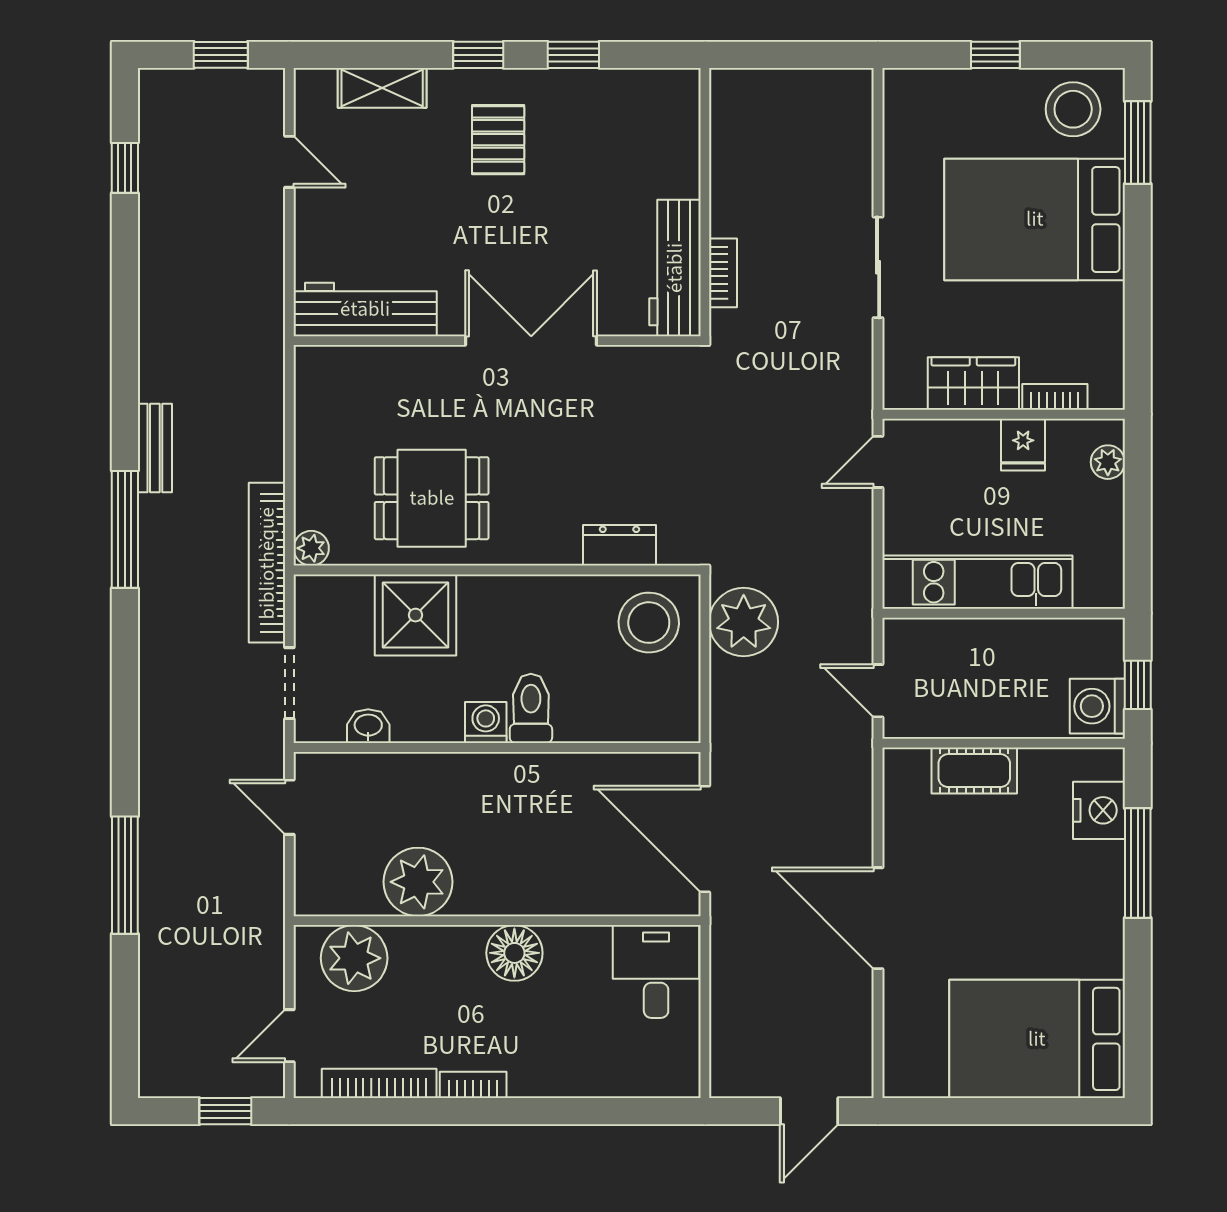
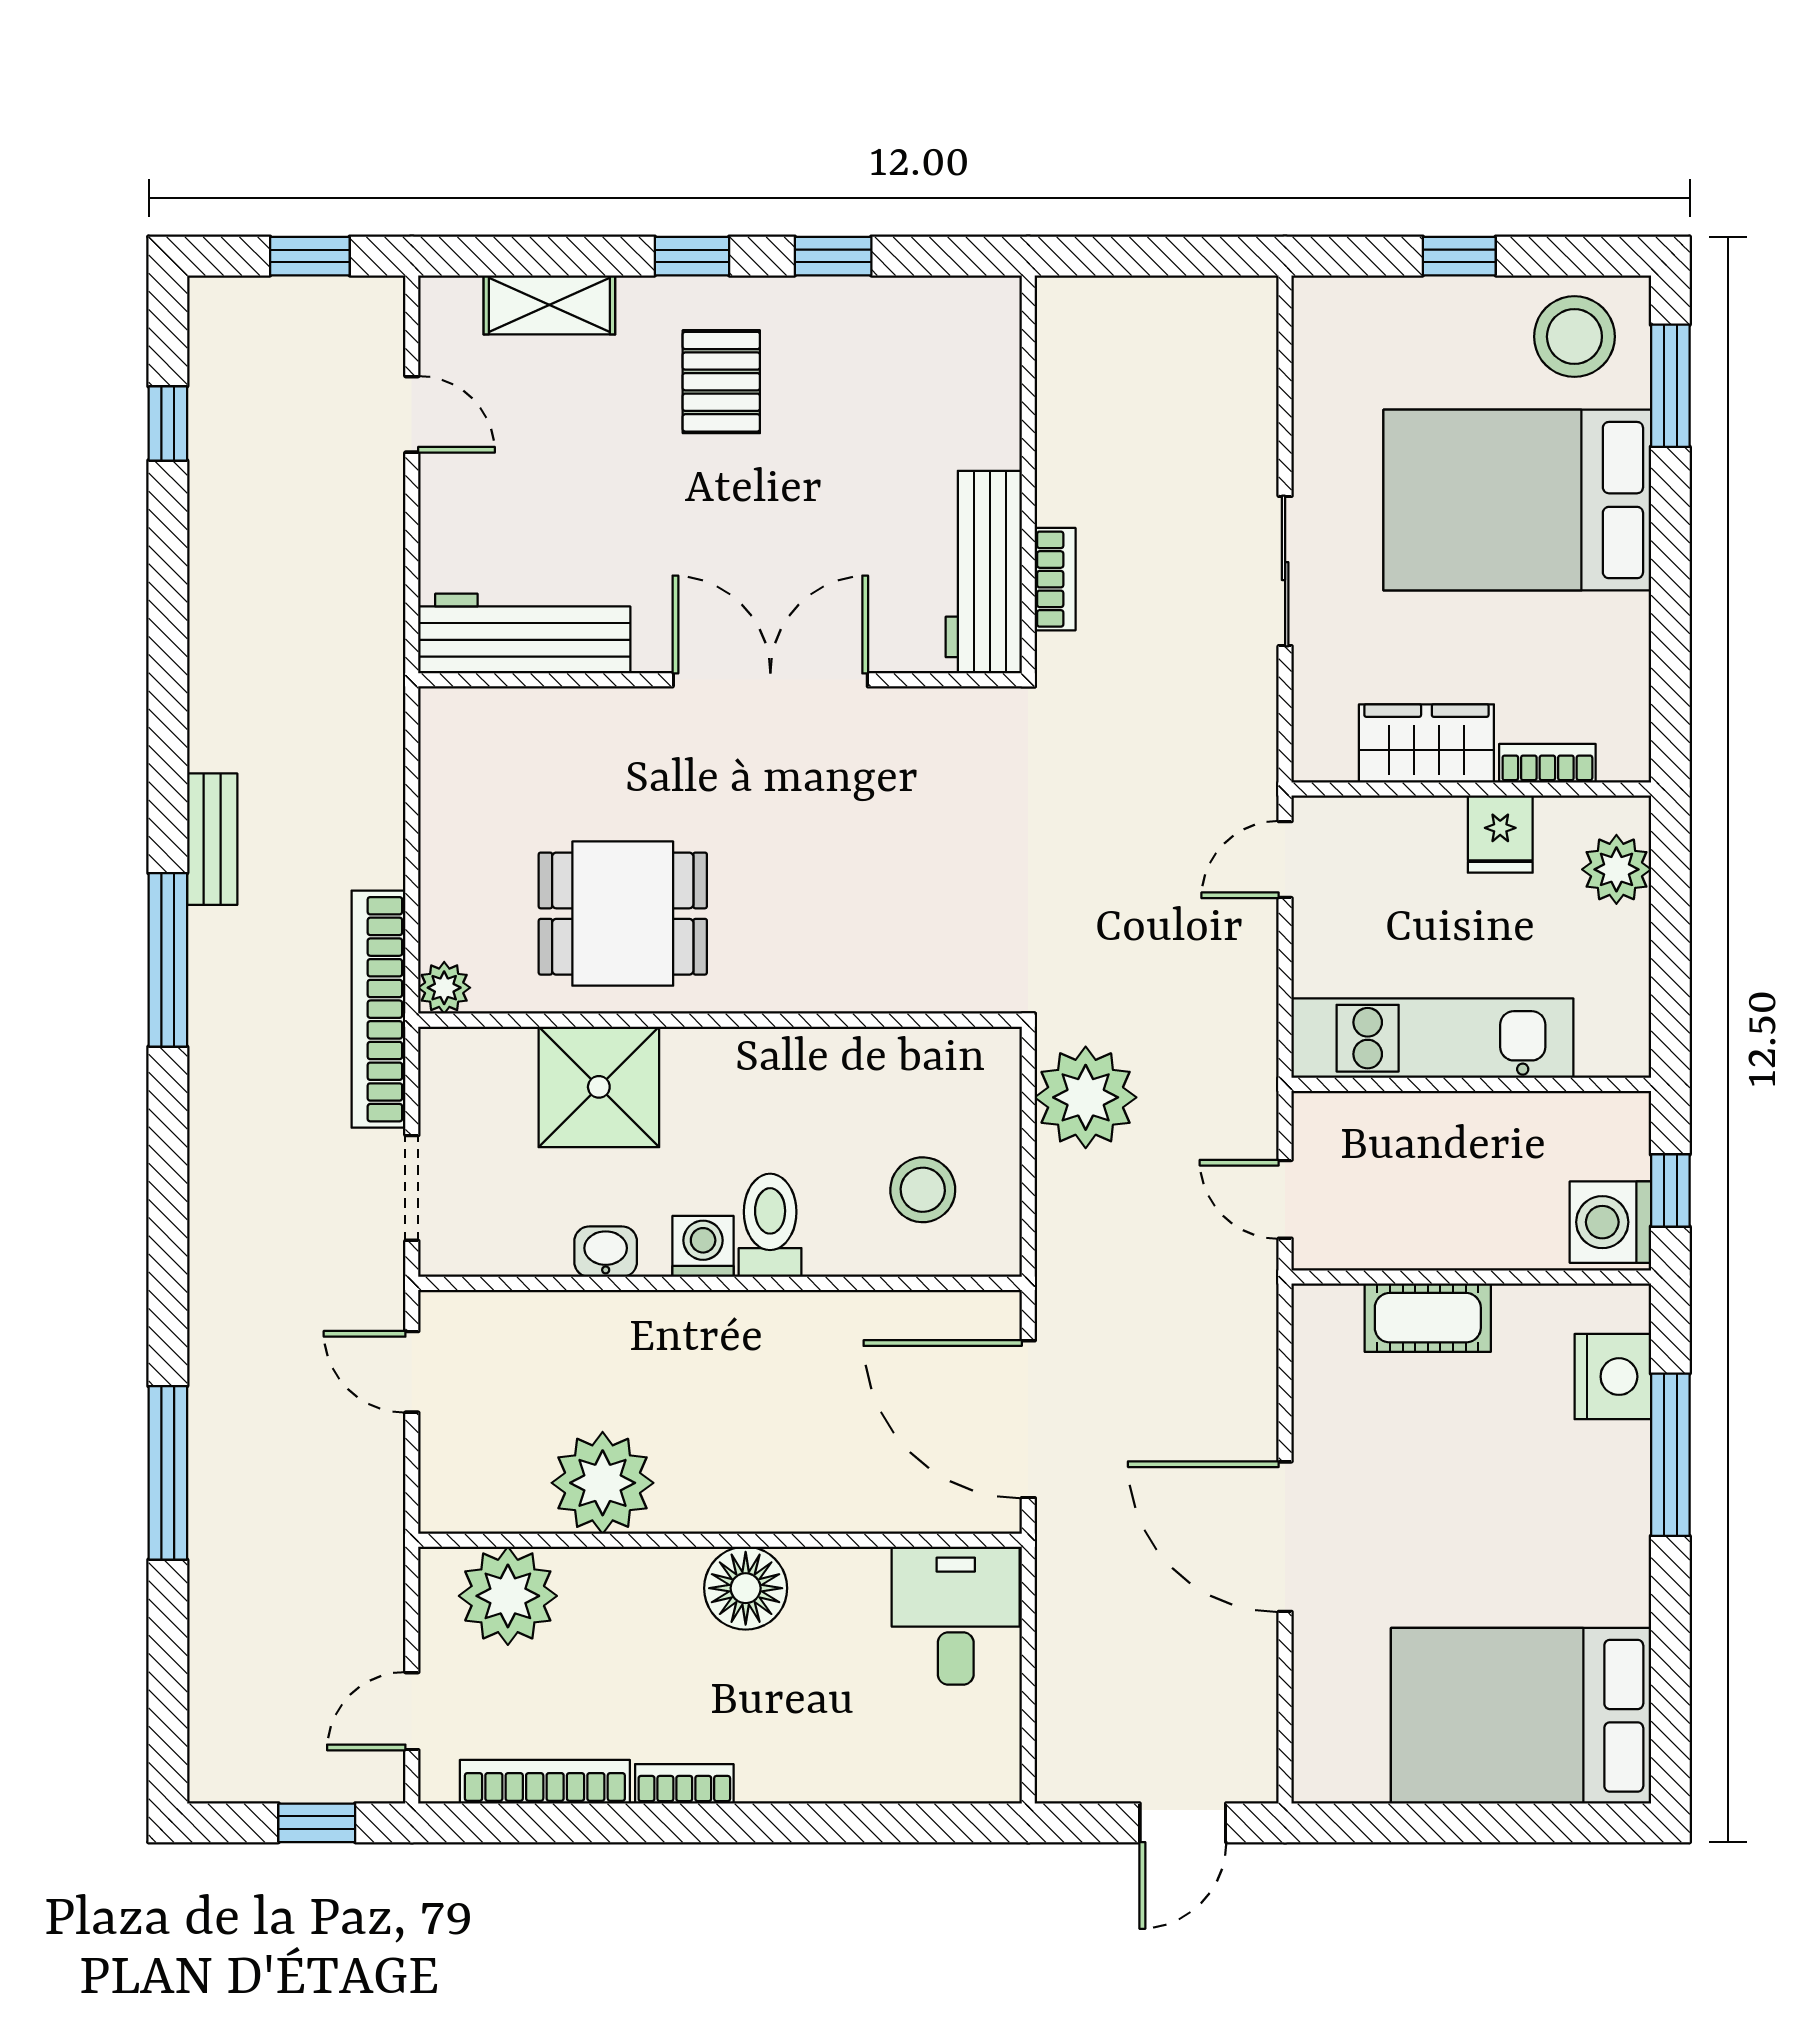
plant: (1108, 462) -> (1616, 869), width x1.38, depth x1.38
dresser: (619, 545) -> (901, 983), removed
stool: (649, 623) -> (923, 1190), moved, width x0.73, depth x0.73
washbasin: (368, 726) -> (606, 1252), moved

